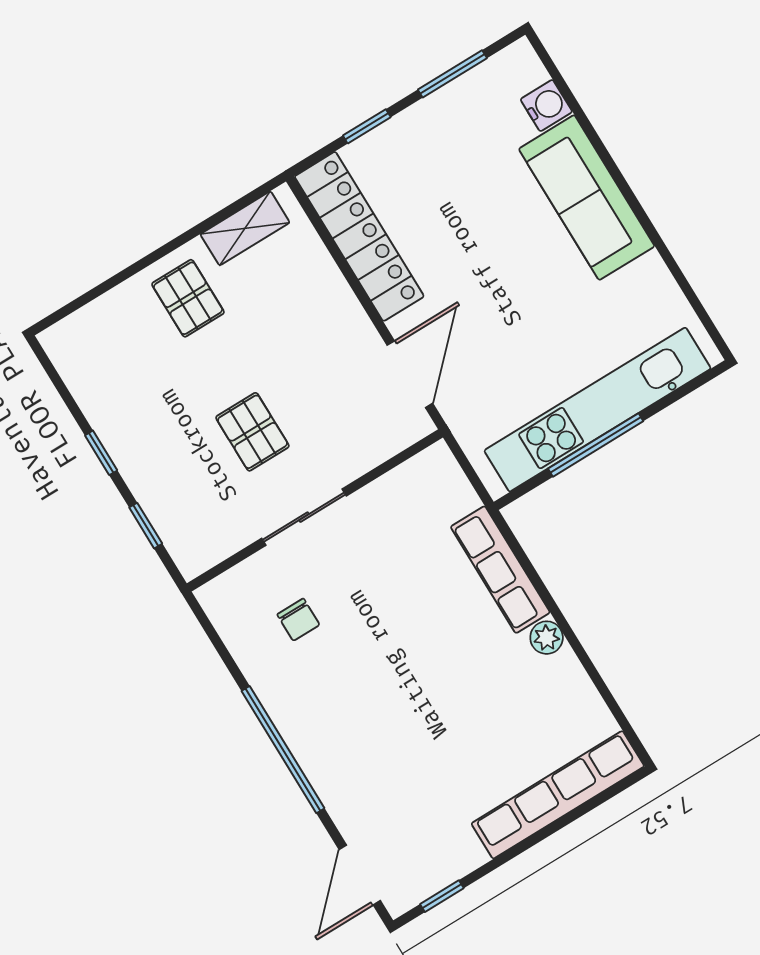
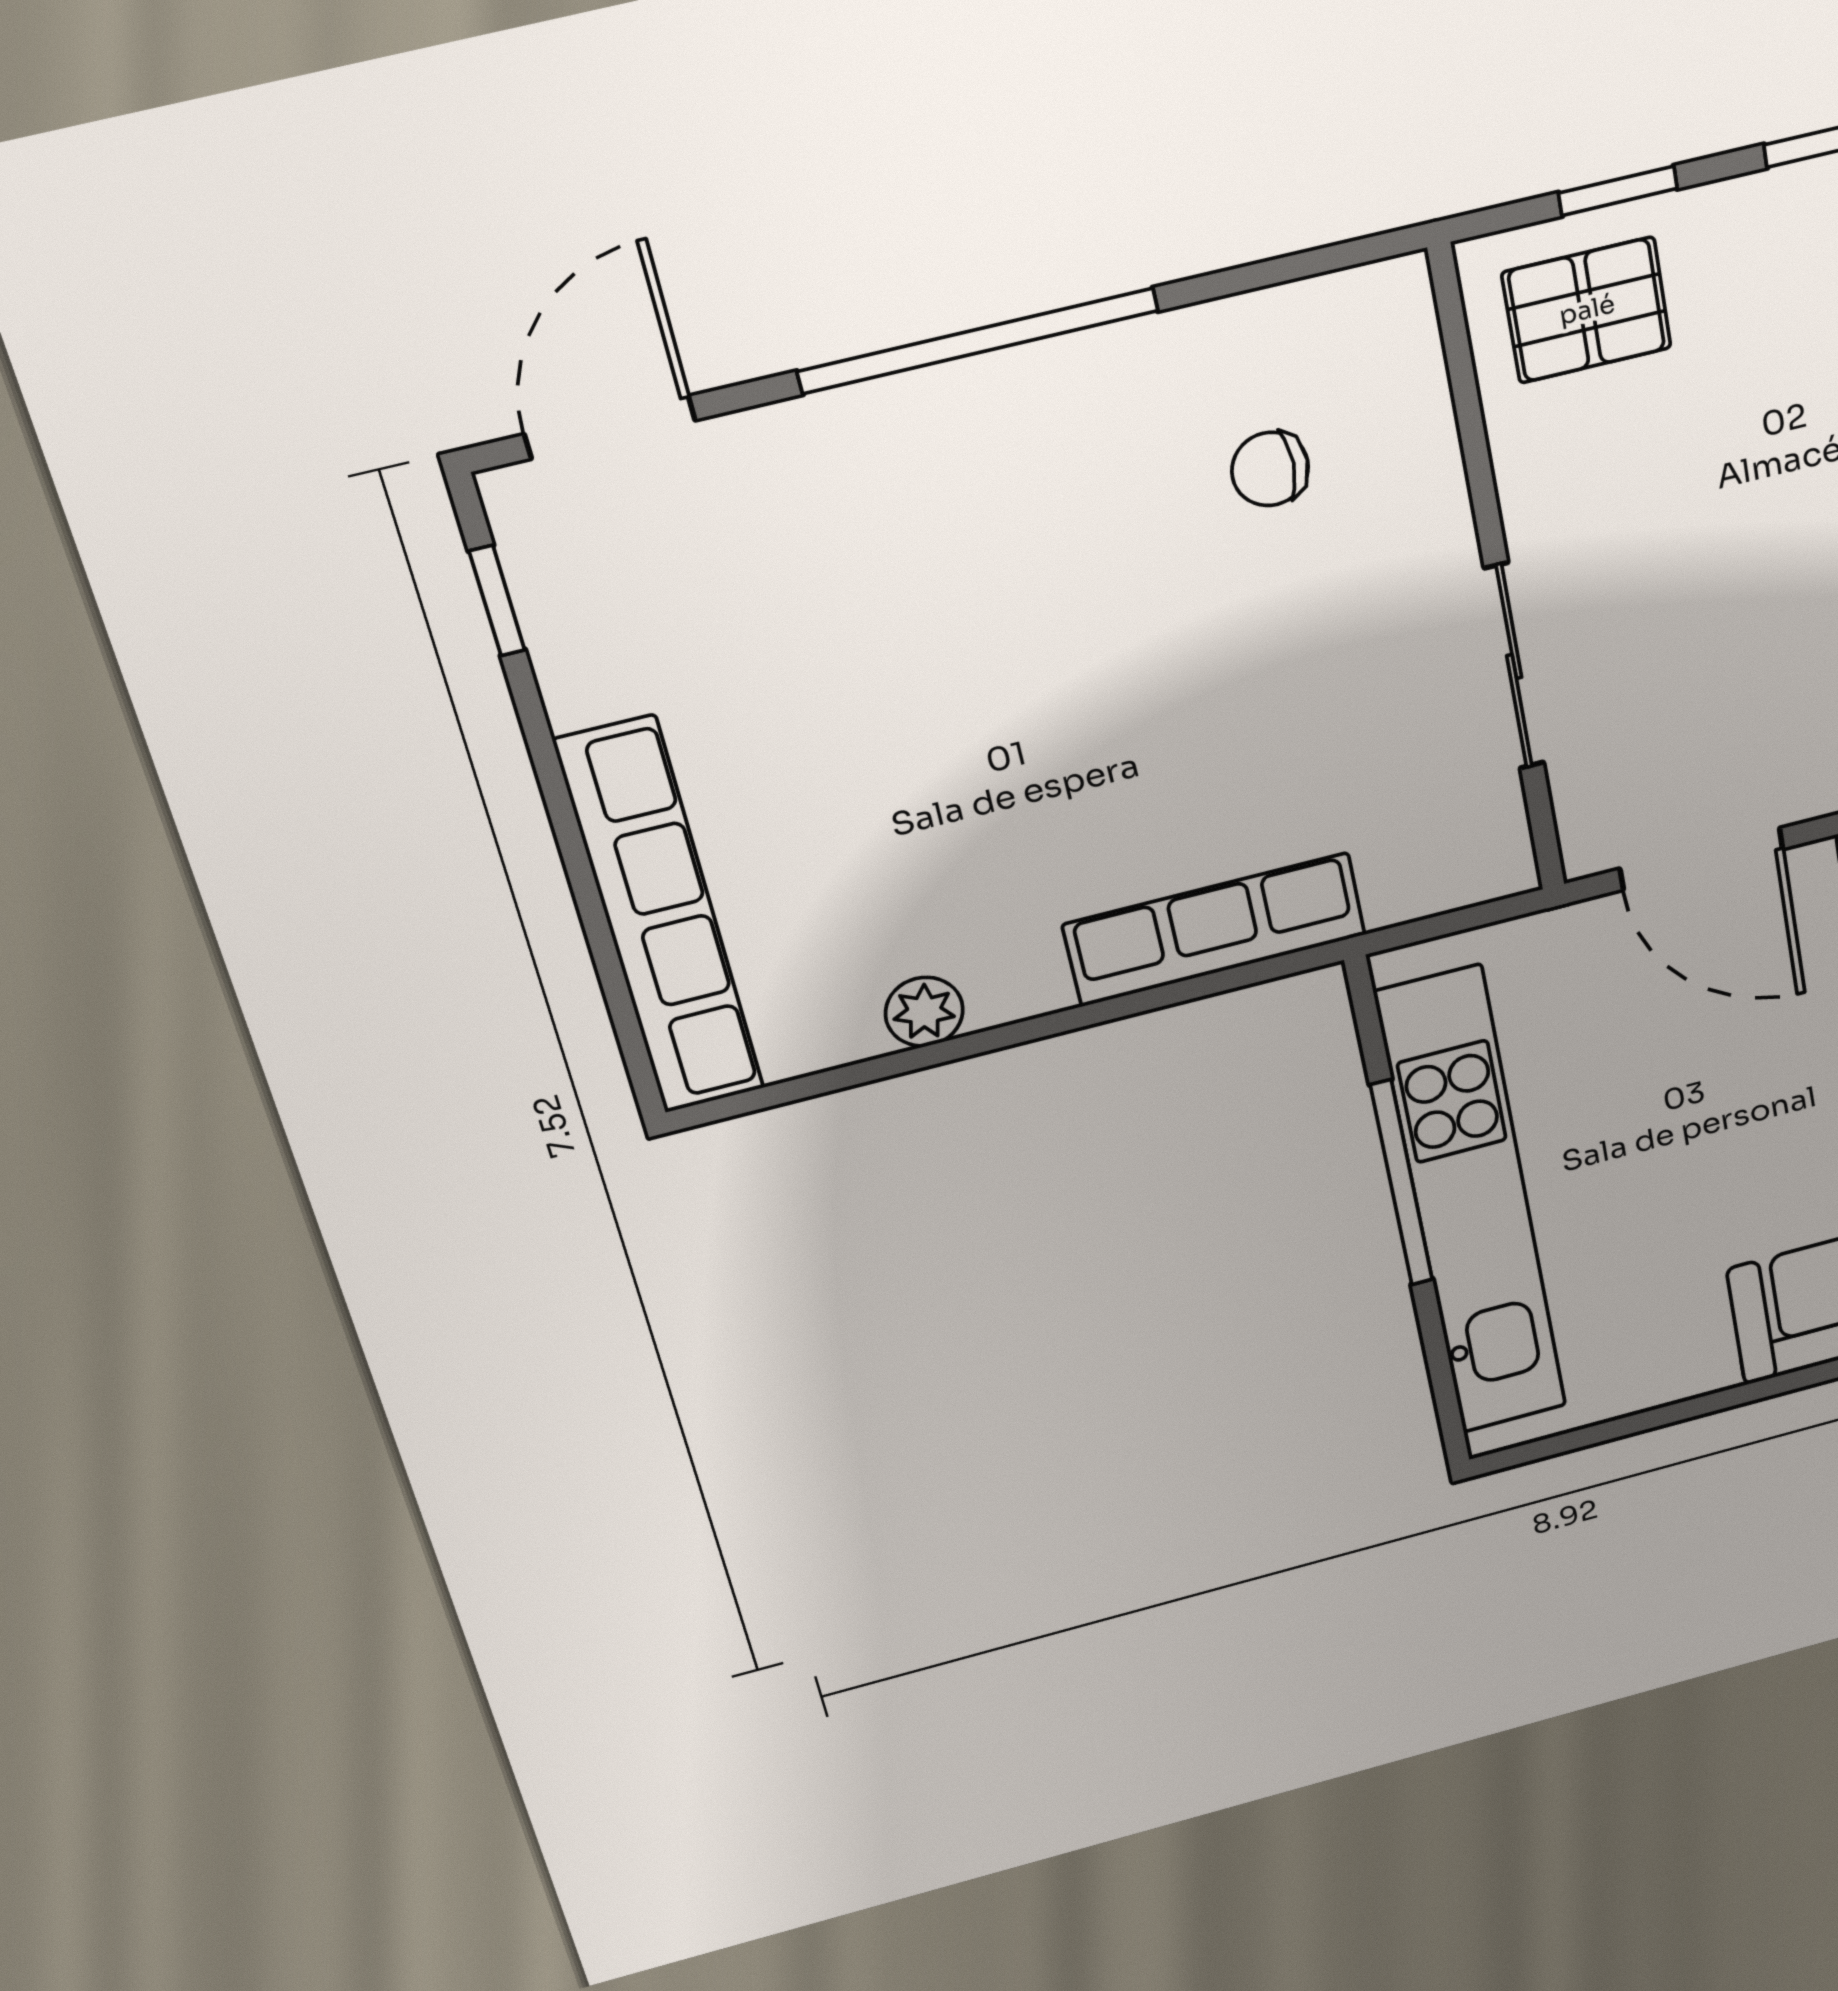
pallet: (252, 432) -> (1587, 310), moved
sliding door: (304, 517) -> (1514, 667), moved
plant: (547, 638) -> (924, 1012), moved
door: (360, 875) -> (610, 427), hinge flipped

